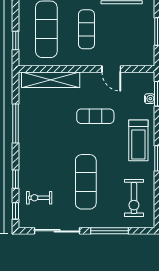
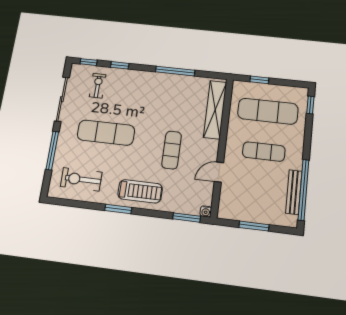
water cooler: (150, 99) -> (206, 211), moved
treadmill: (138, 140) -> (140, 191), turned 180

